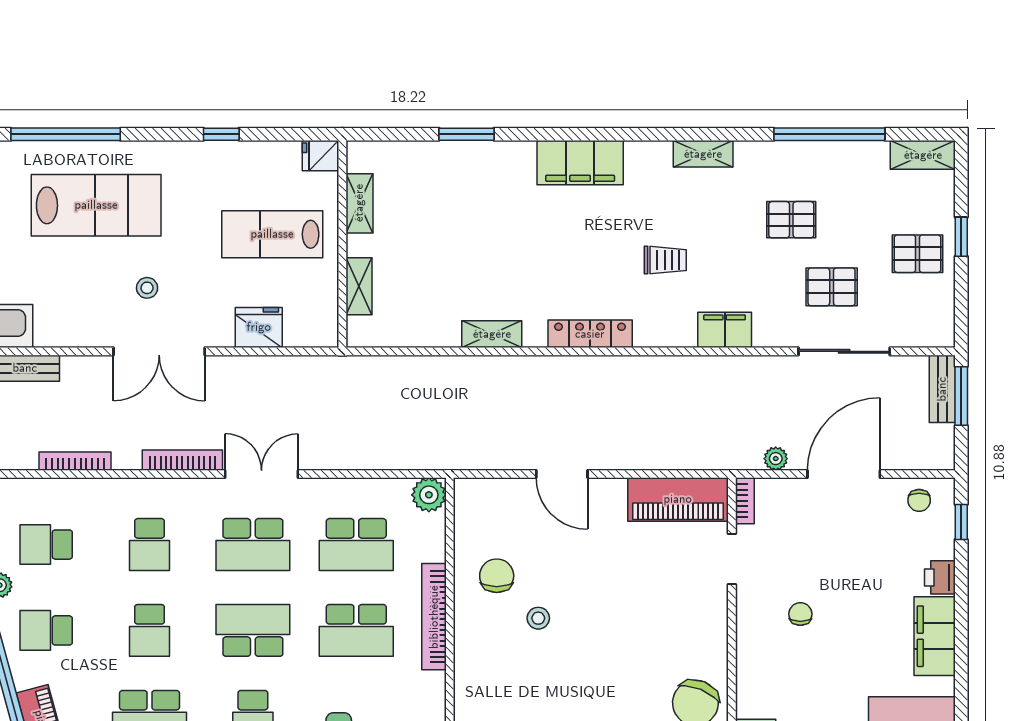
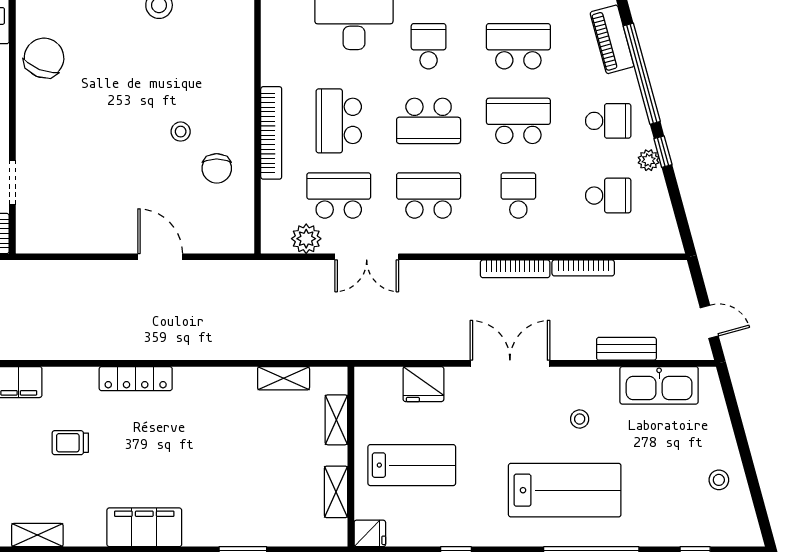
lab bench: (96, 205) -> (565, 490), turned 180
stool: (147, 288) -> (580, 419), moved
shelving: (492, 334) -> (284, 378), moved
bookcase: (182, 460) -> (515, 269), moved
double door: (262, 474) -> (367, 257), moved
plant: (429, 495) -> (306, 239), moved
piano: (678, 499) -> (59, 235), removed
school desk: (149, 630) -> (518, 121), width x1.85
school desk: (356, 630) -> (339, 121), turned -90

